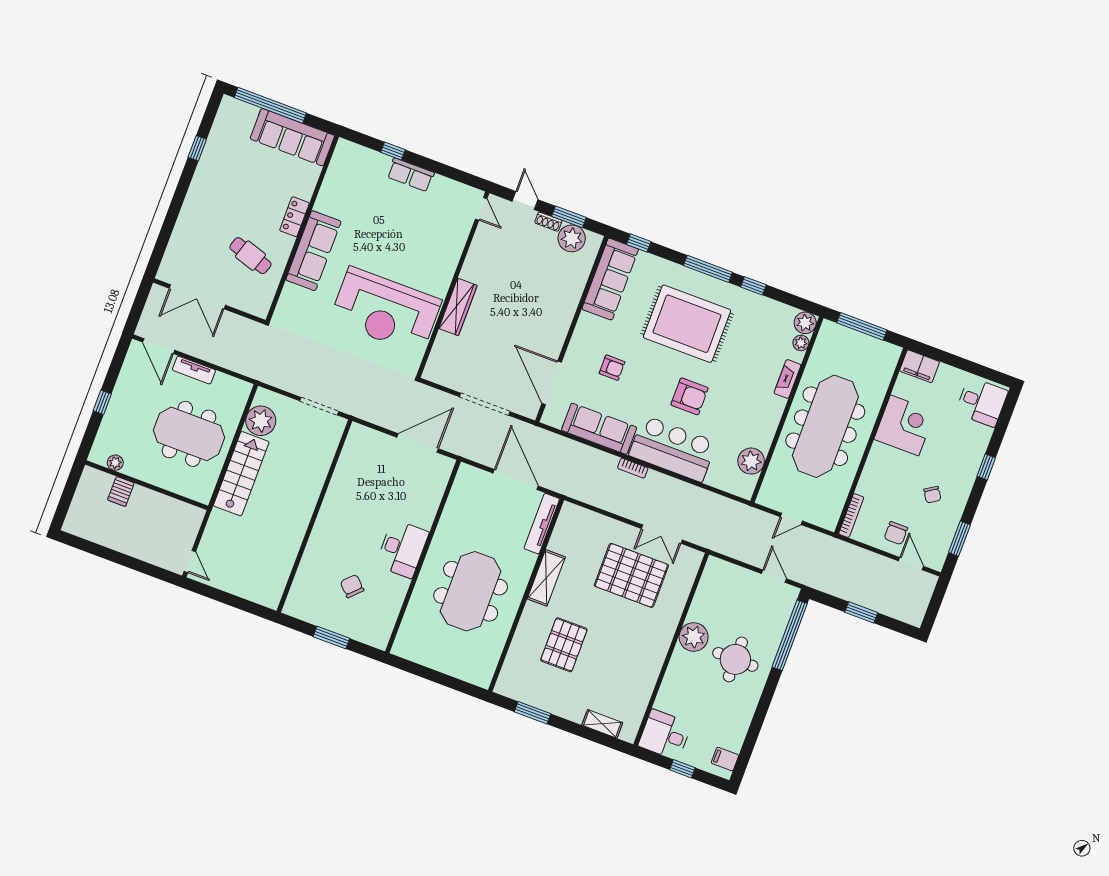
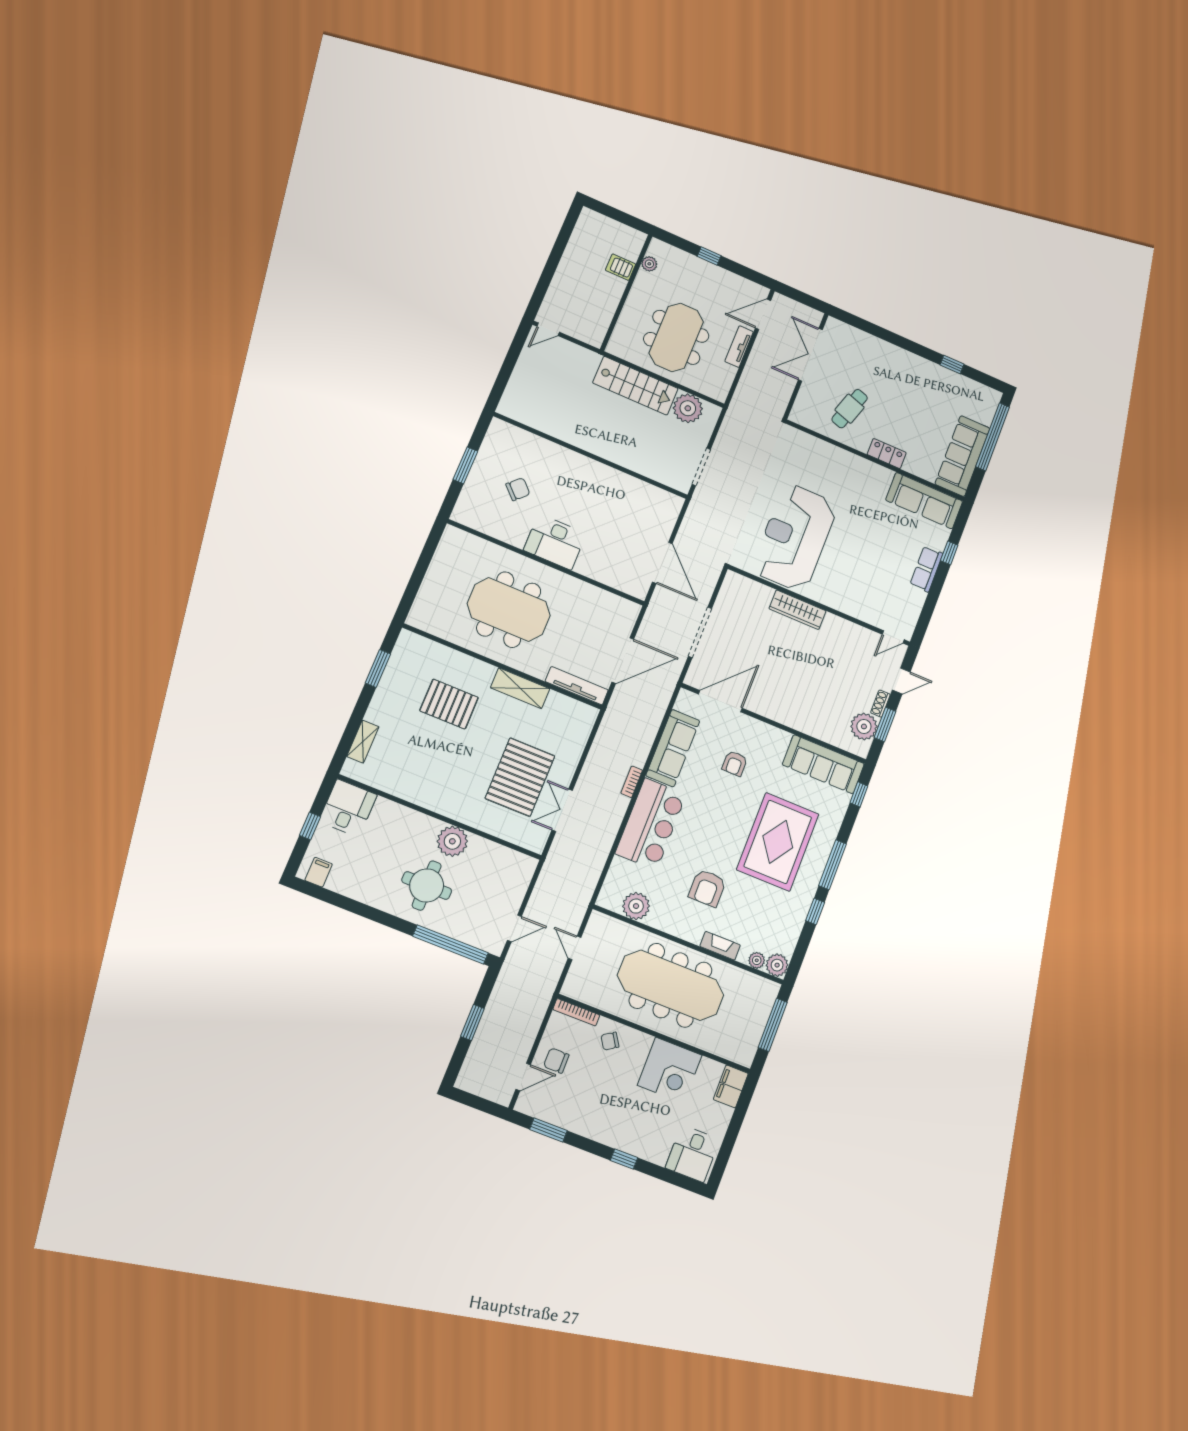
sofa: (313, 251) -> (924, 501), moved
armchair: (690, 396) -> (707, 888), moved
chair: (932, 495) -> (610, 1041), moved

